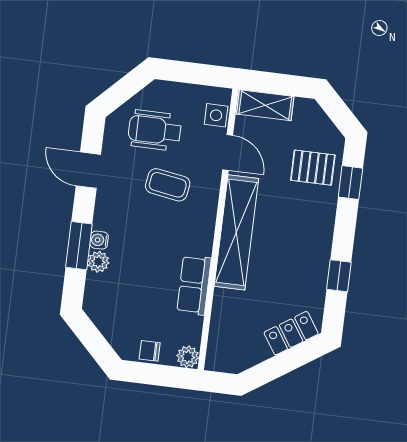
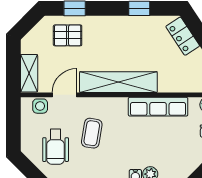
pallet: (313, 168) -> (68, 35), turned 90
row of seats: (194, 285) -> (158, 107), width x1.48

